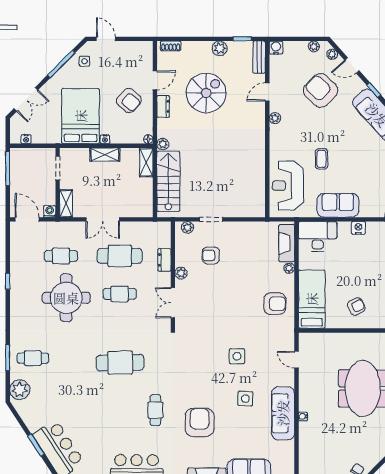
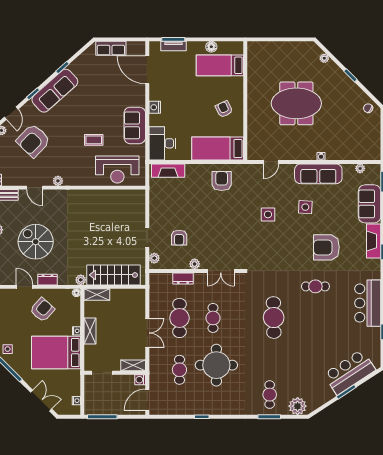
plant: (289, 268) -> (360, 168), moved

